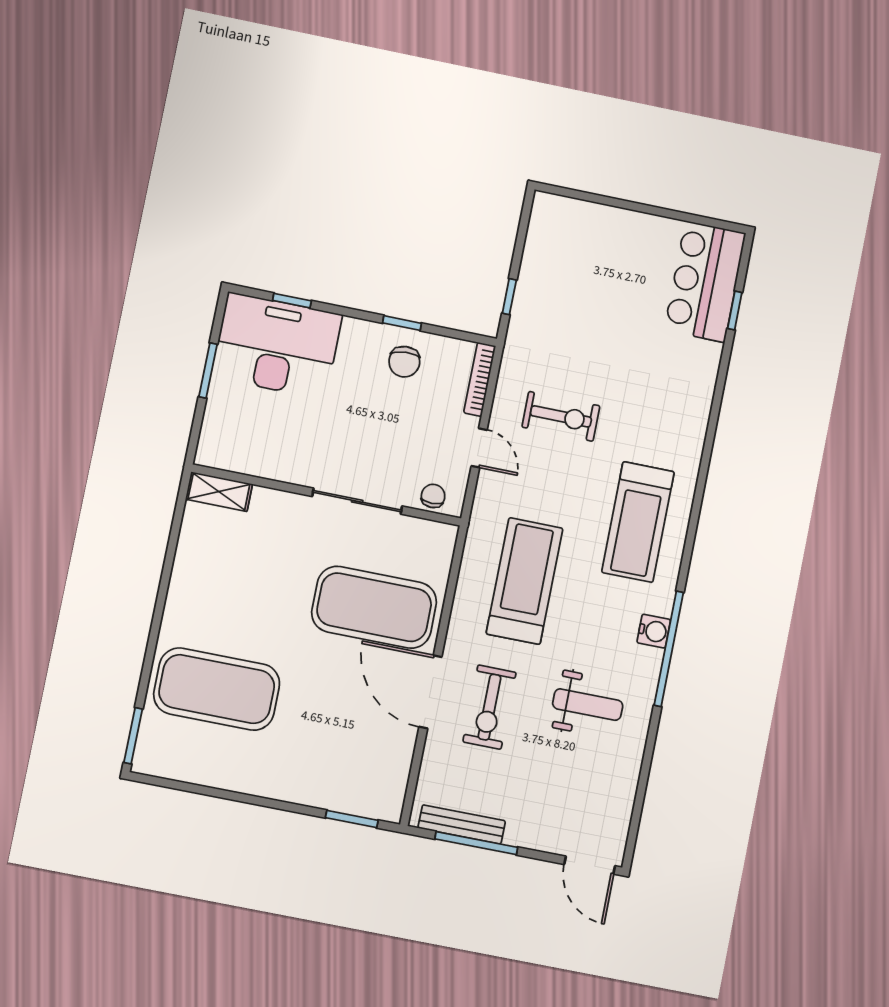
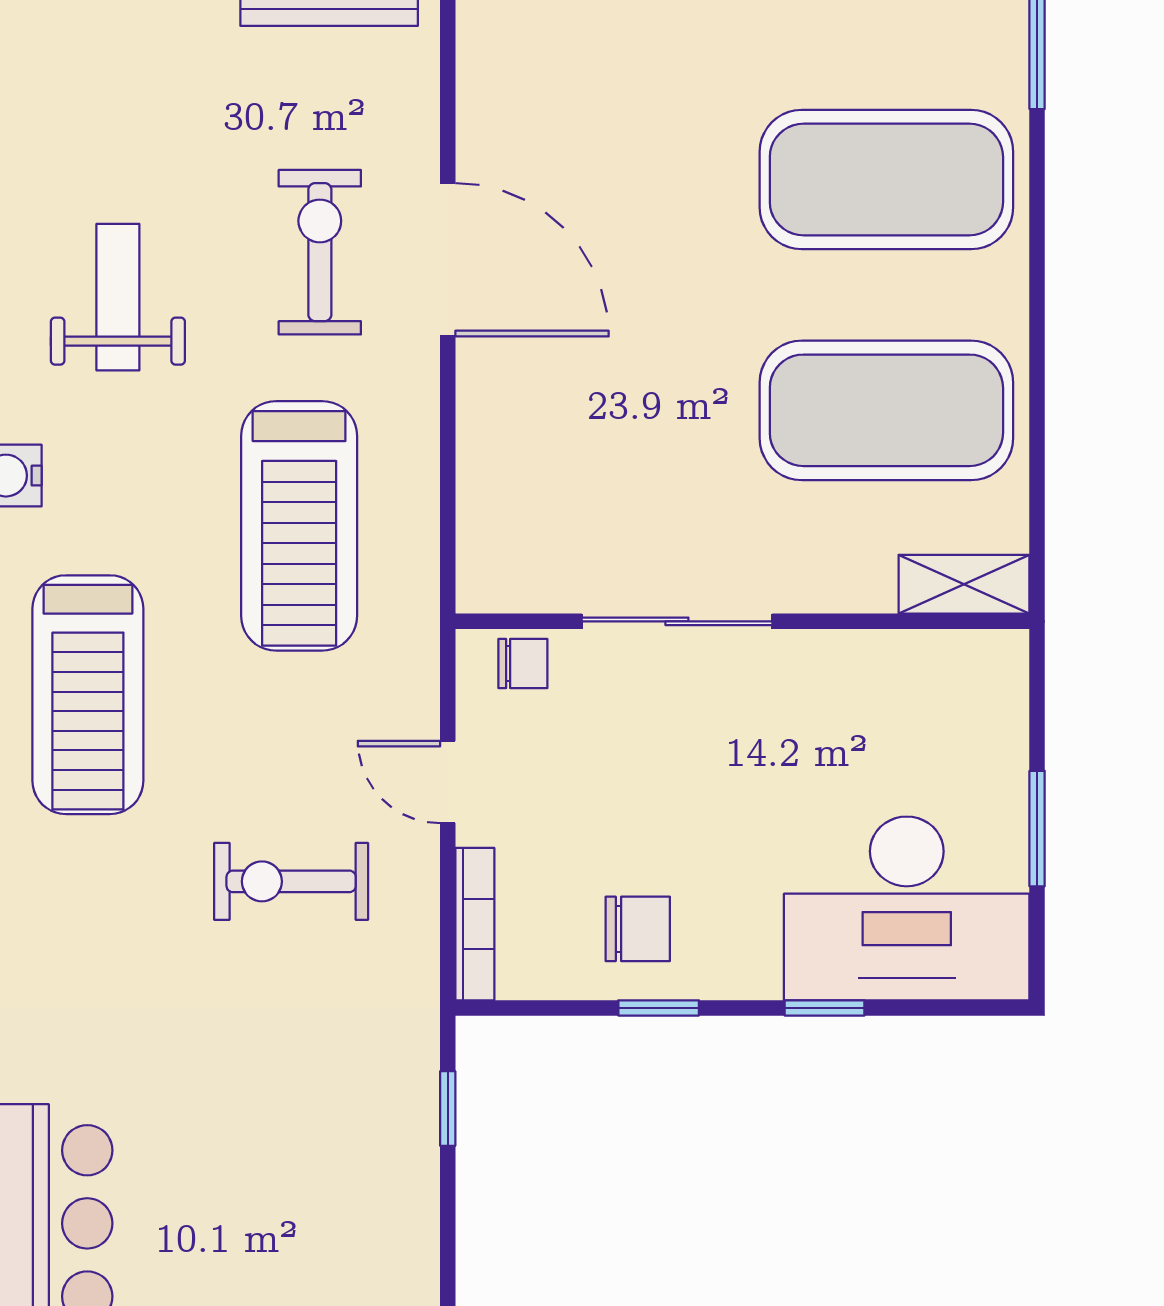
window: (292, 301) -> (824, 1008), moved
chair: (404, 362) -> (638, 929), turned 94
chair: (433, 496) -> (523, 663), turned -90
treadmill: (638, 522) -> (88, 695), turned 180
exercise mat: (374, 607) -> (886, 410), moved
weight bench: (588, 705) -> (118, 297), turned 90

